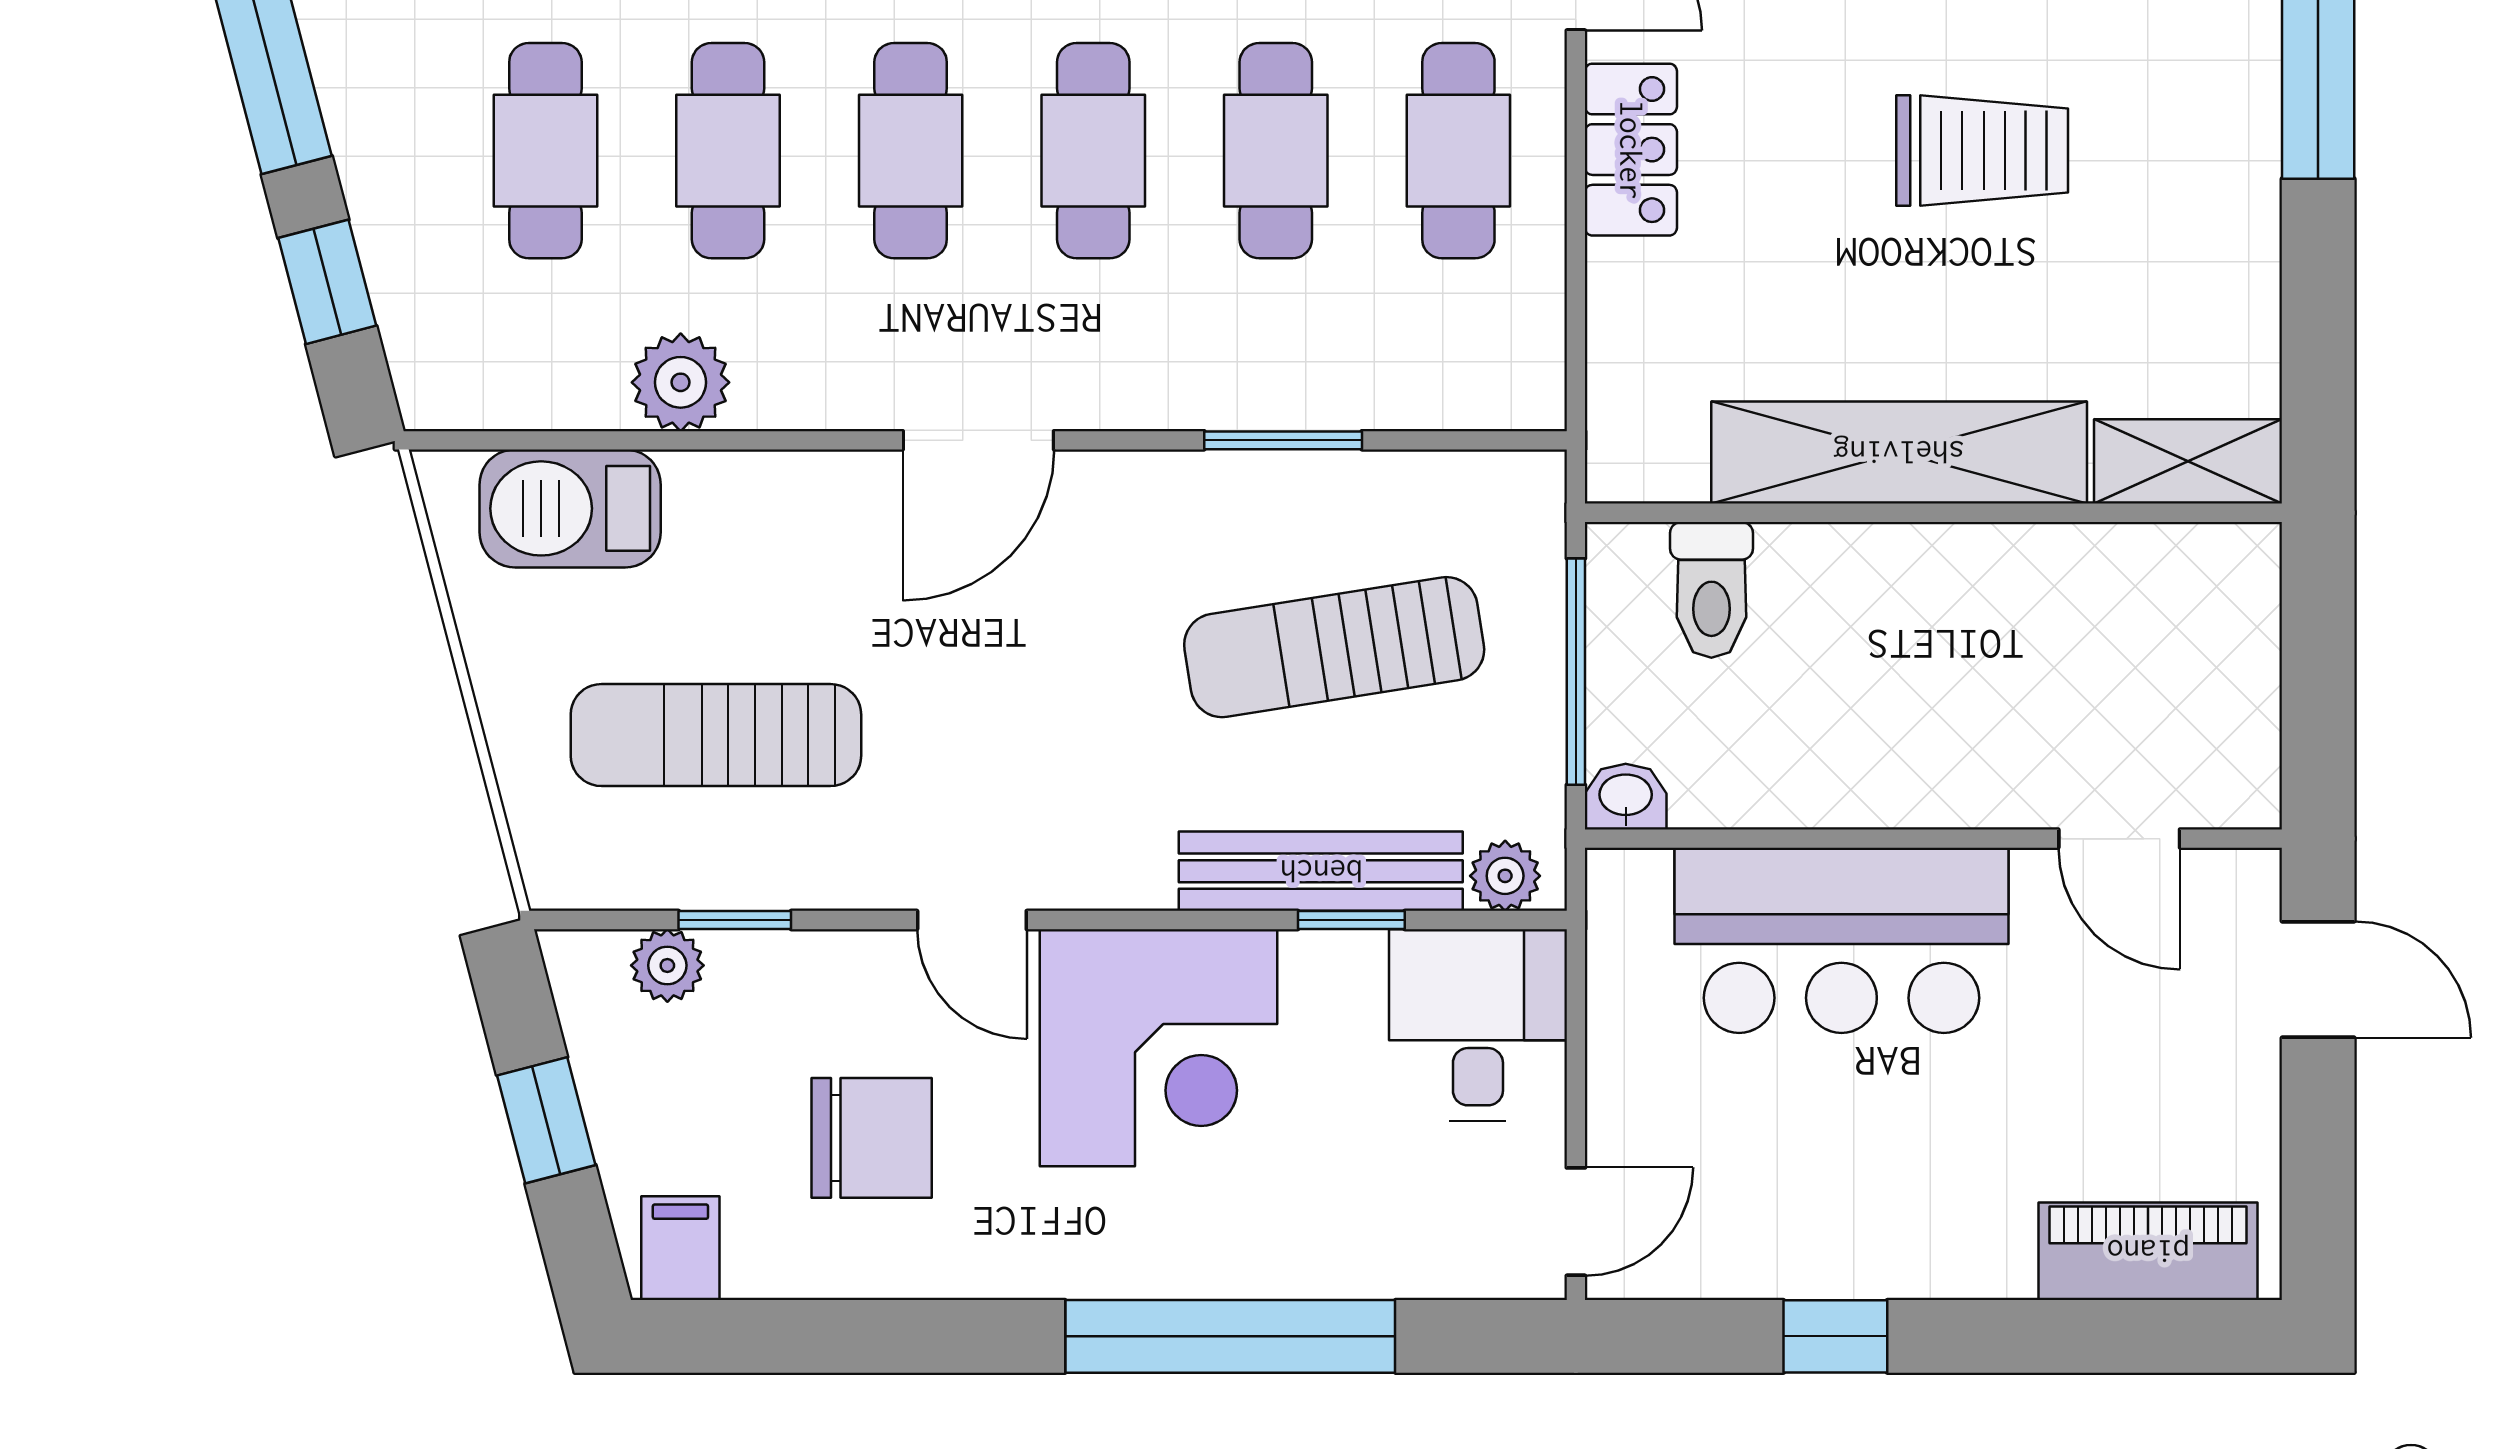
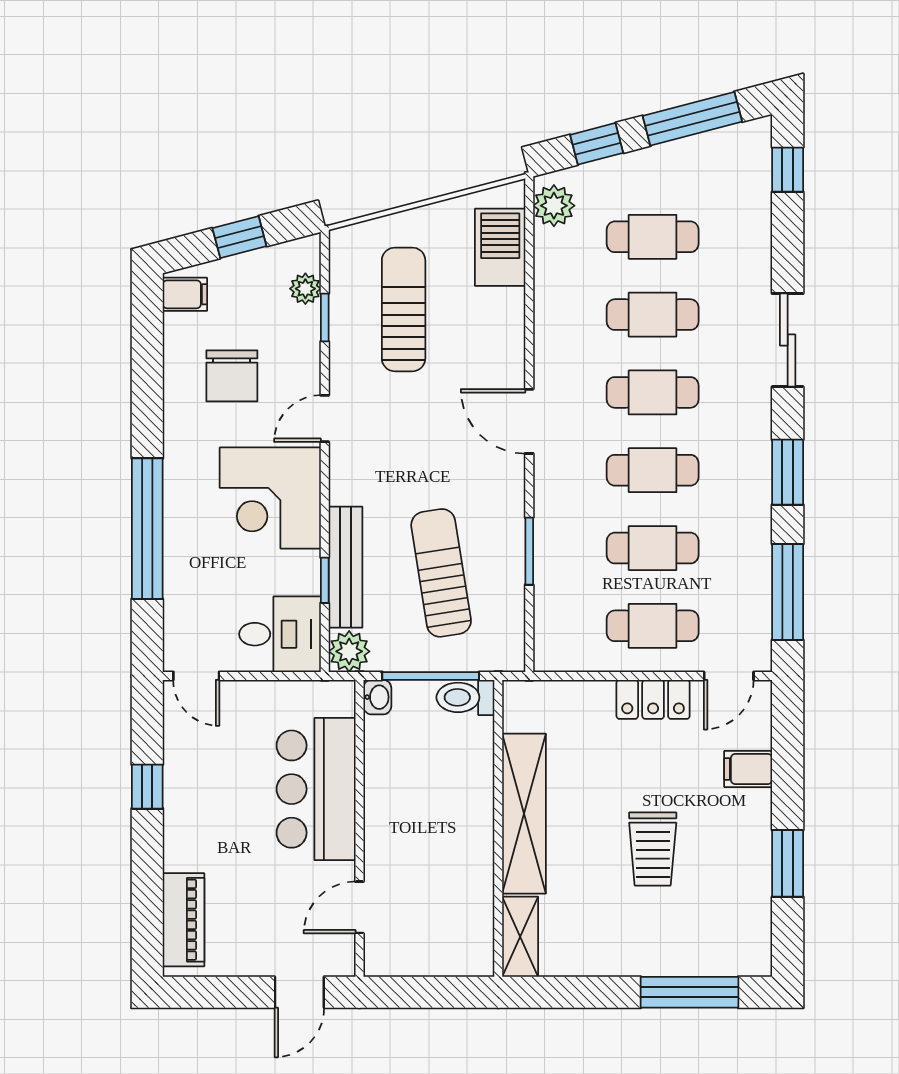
plant: (681, 382) -> (554, 206), moved
toilet: (1711, 590) -> (465, 697), moved
plant: (1505, 876) -> (349, 651), width x1.38, depth x1.38

